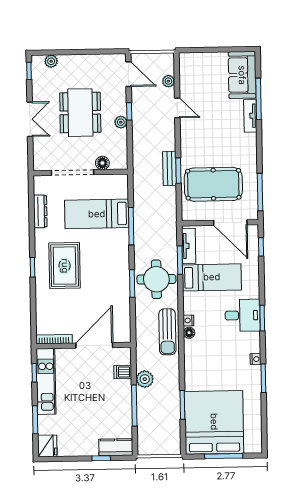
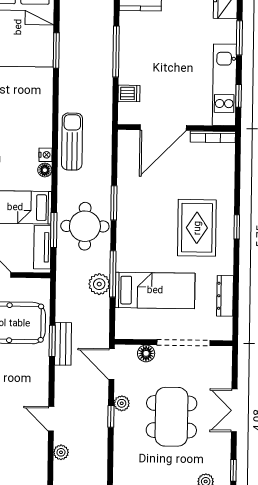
door: (129, 74) -> (112, 364), moved
round table: (156, 279) -> (85, 226), moved
floor lamp: (189, 333) -> (45, 170), moved
plant: (145, 379) -> (99, 284), moved

